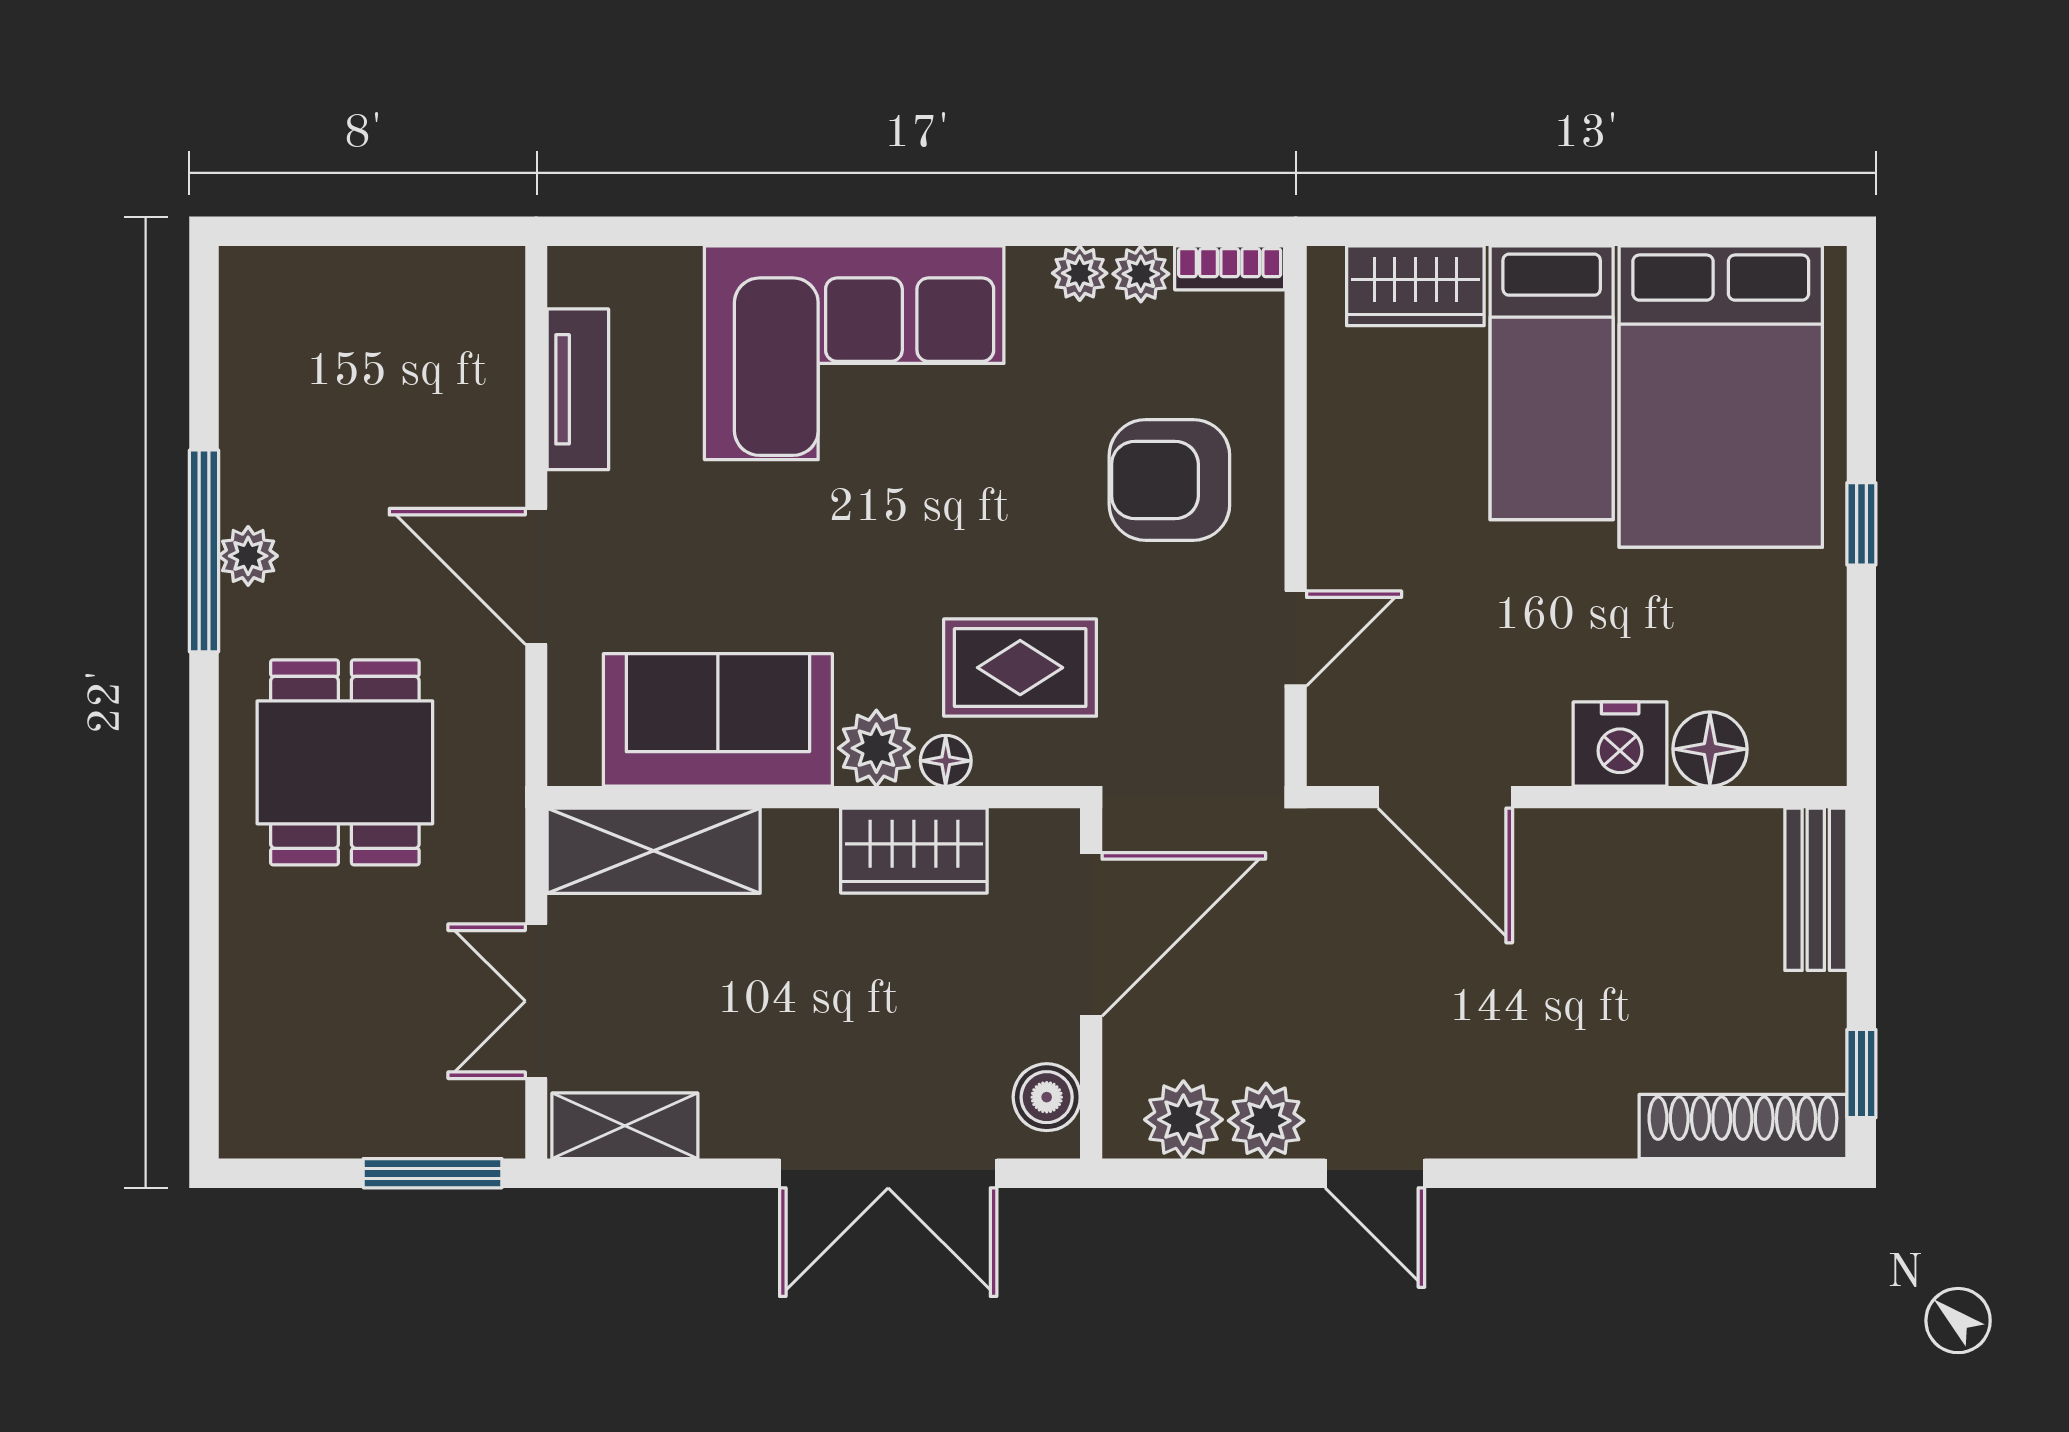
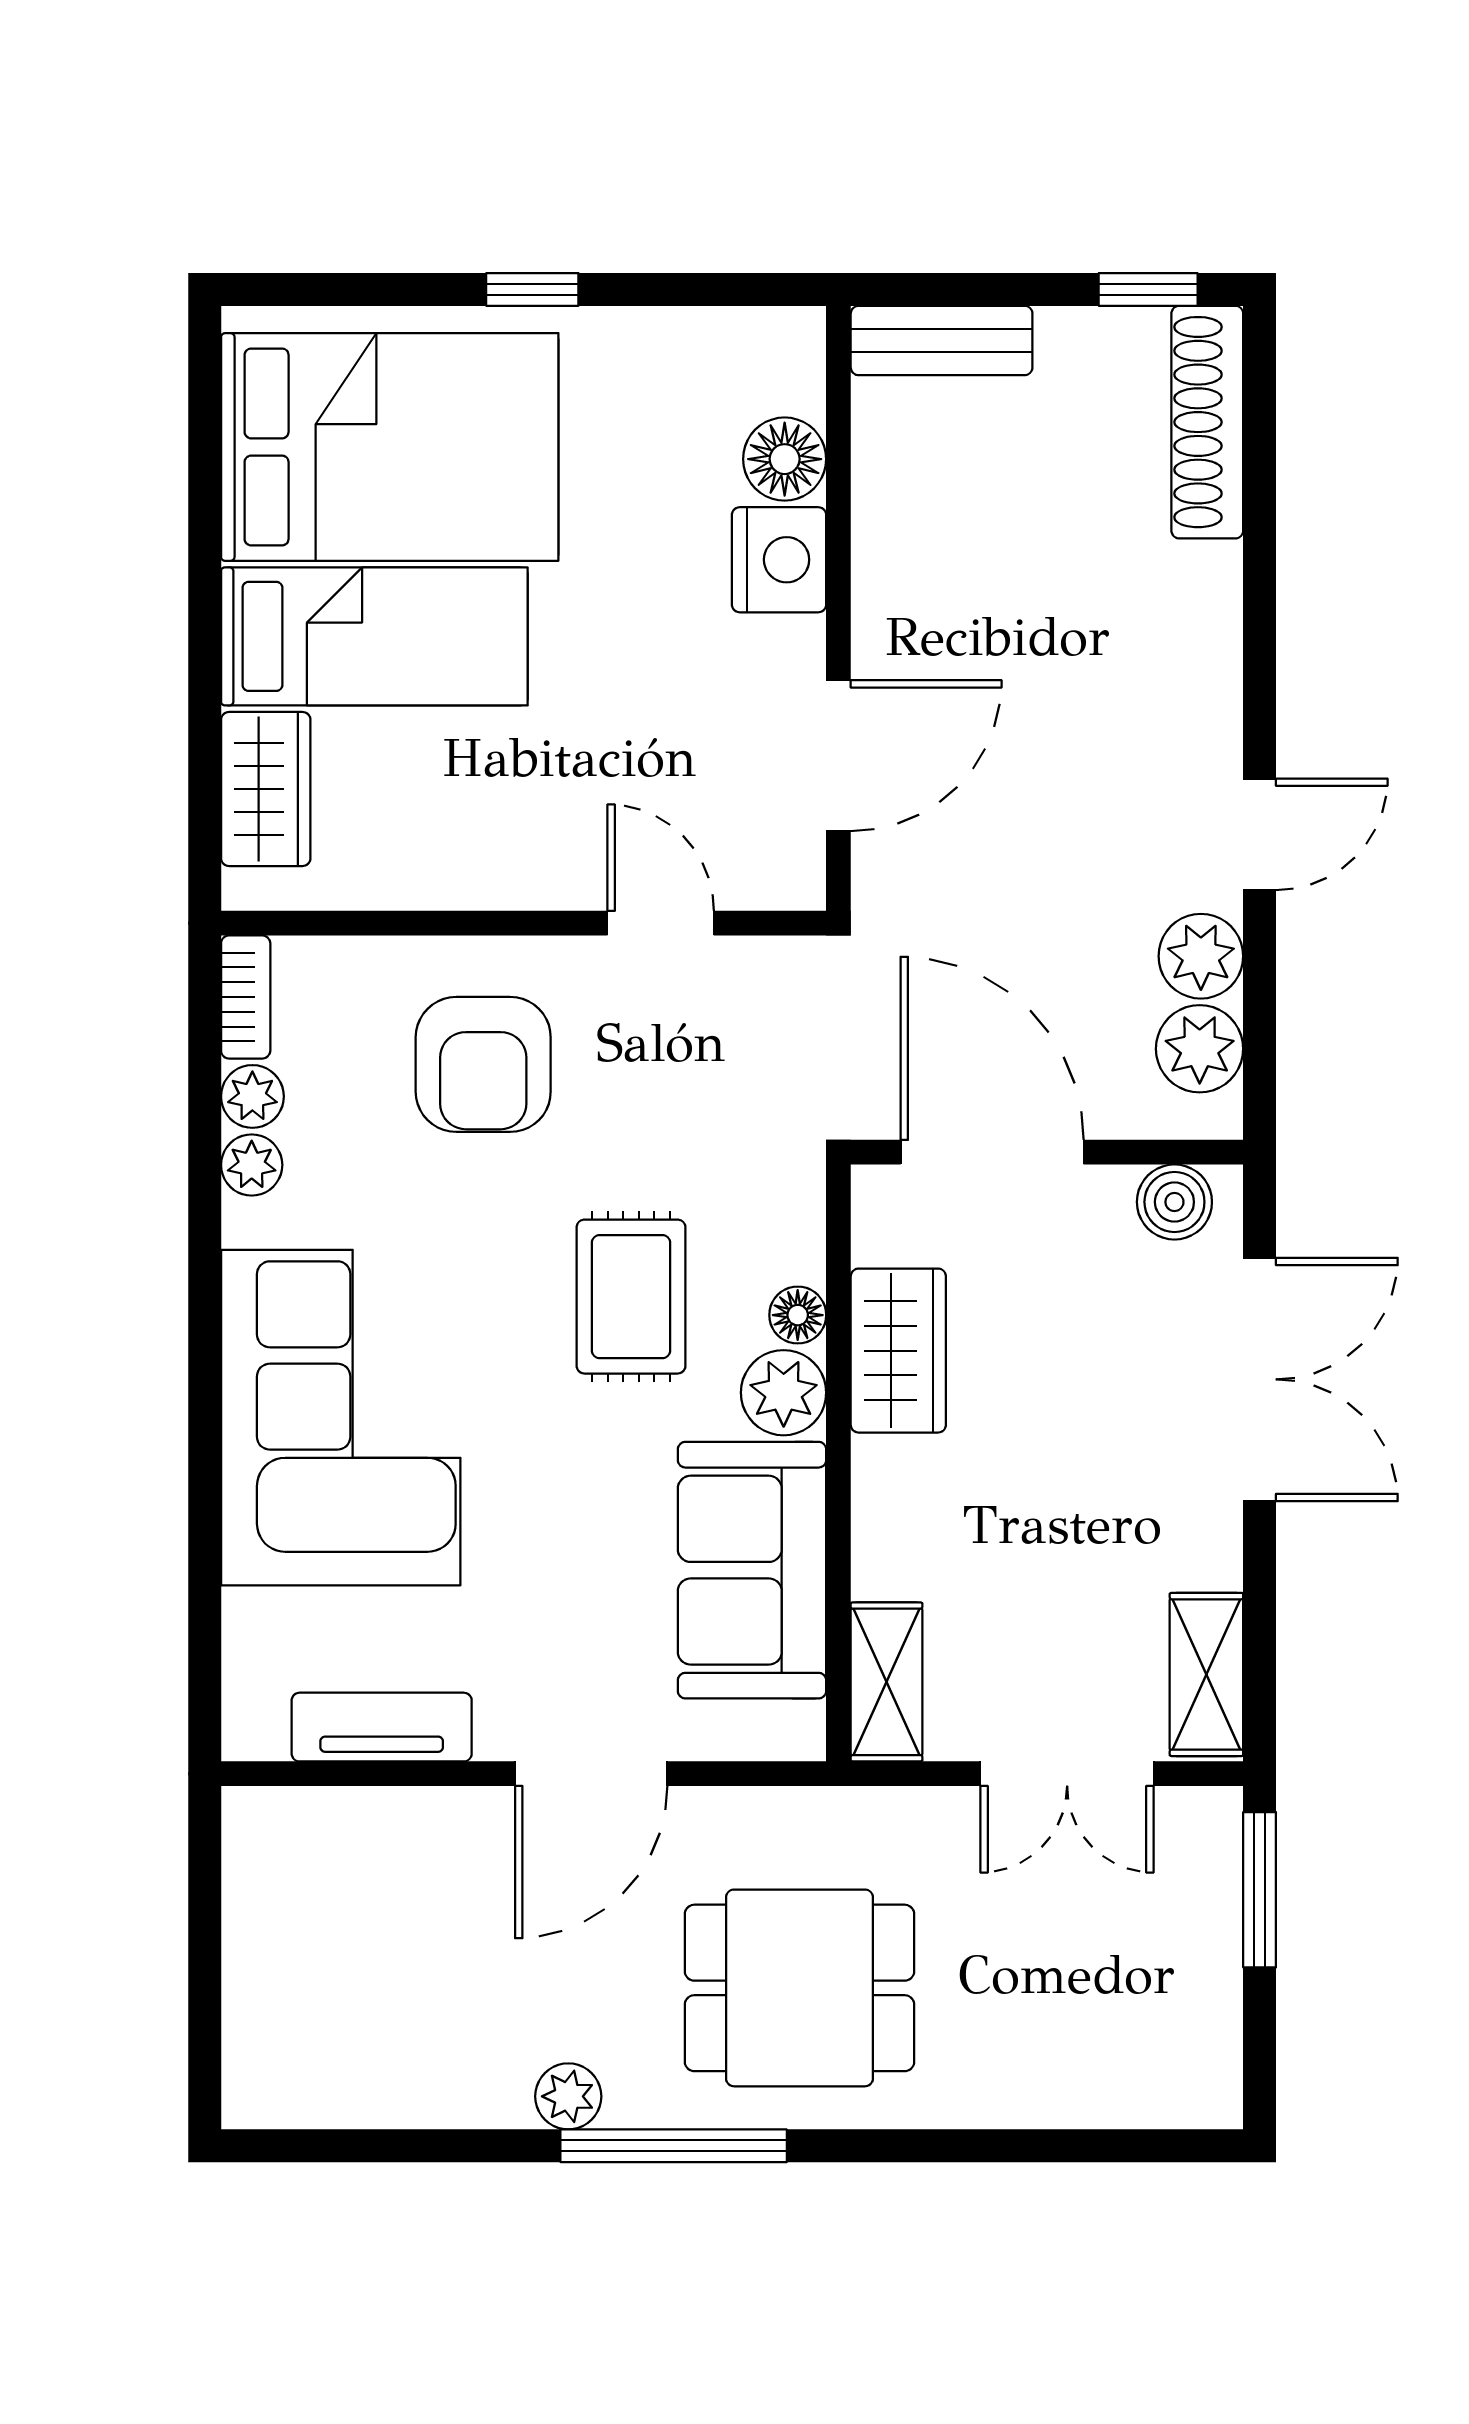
window: (204, 551) -> (674, 2146), moved
rug: (1020, 668) -> (631, 1297), moved
shelving: (654, 851) -> (887, 1682), width x0.67, depth x0.75

